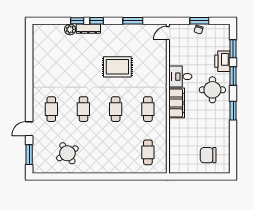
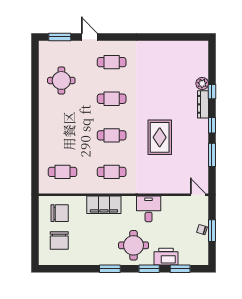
window: (97, 21) -> (212, 125), moved
filing cabinet: (177, 103) -> (104, 205), moved
round table: (67, 153) -> (61, 80), turned 31
chair: (184, 155) -> (60, 213), added
chair: (208, 155) -> (59, 240), turned 180

